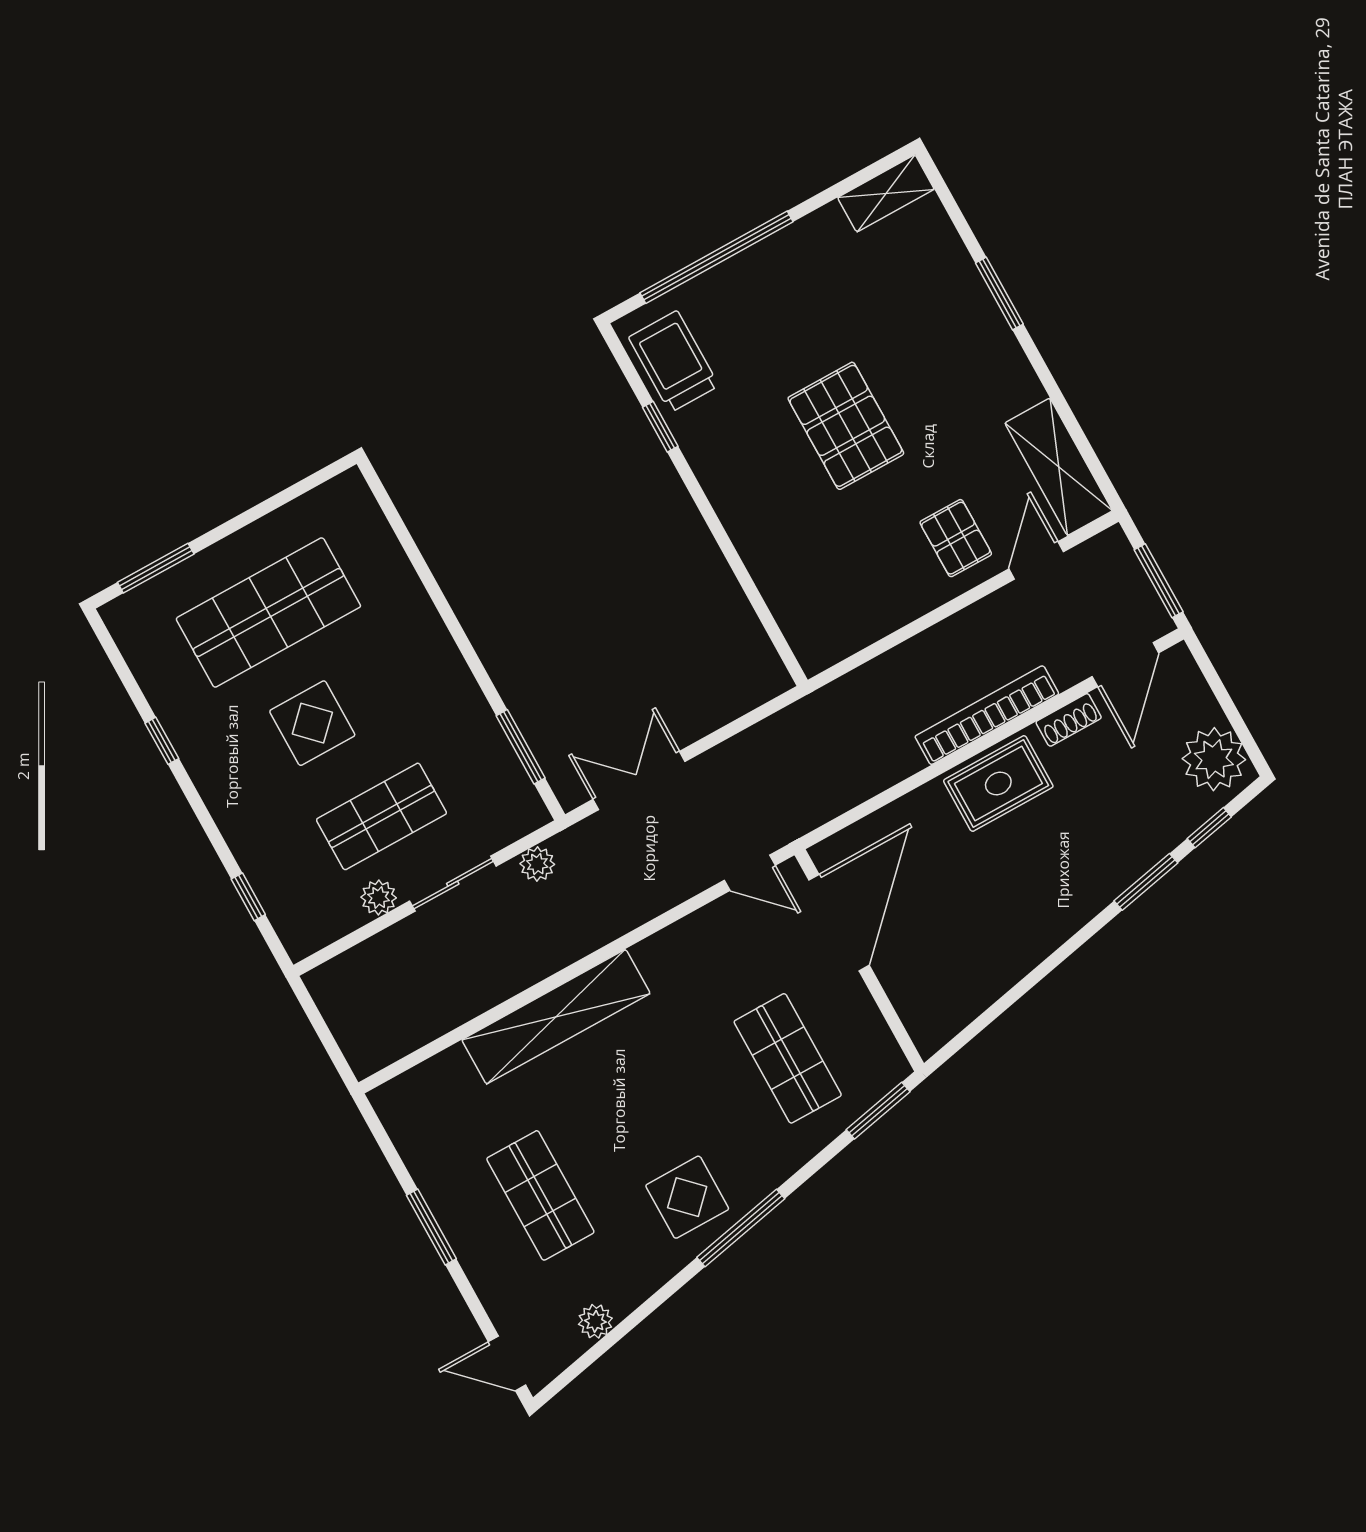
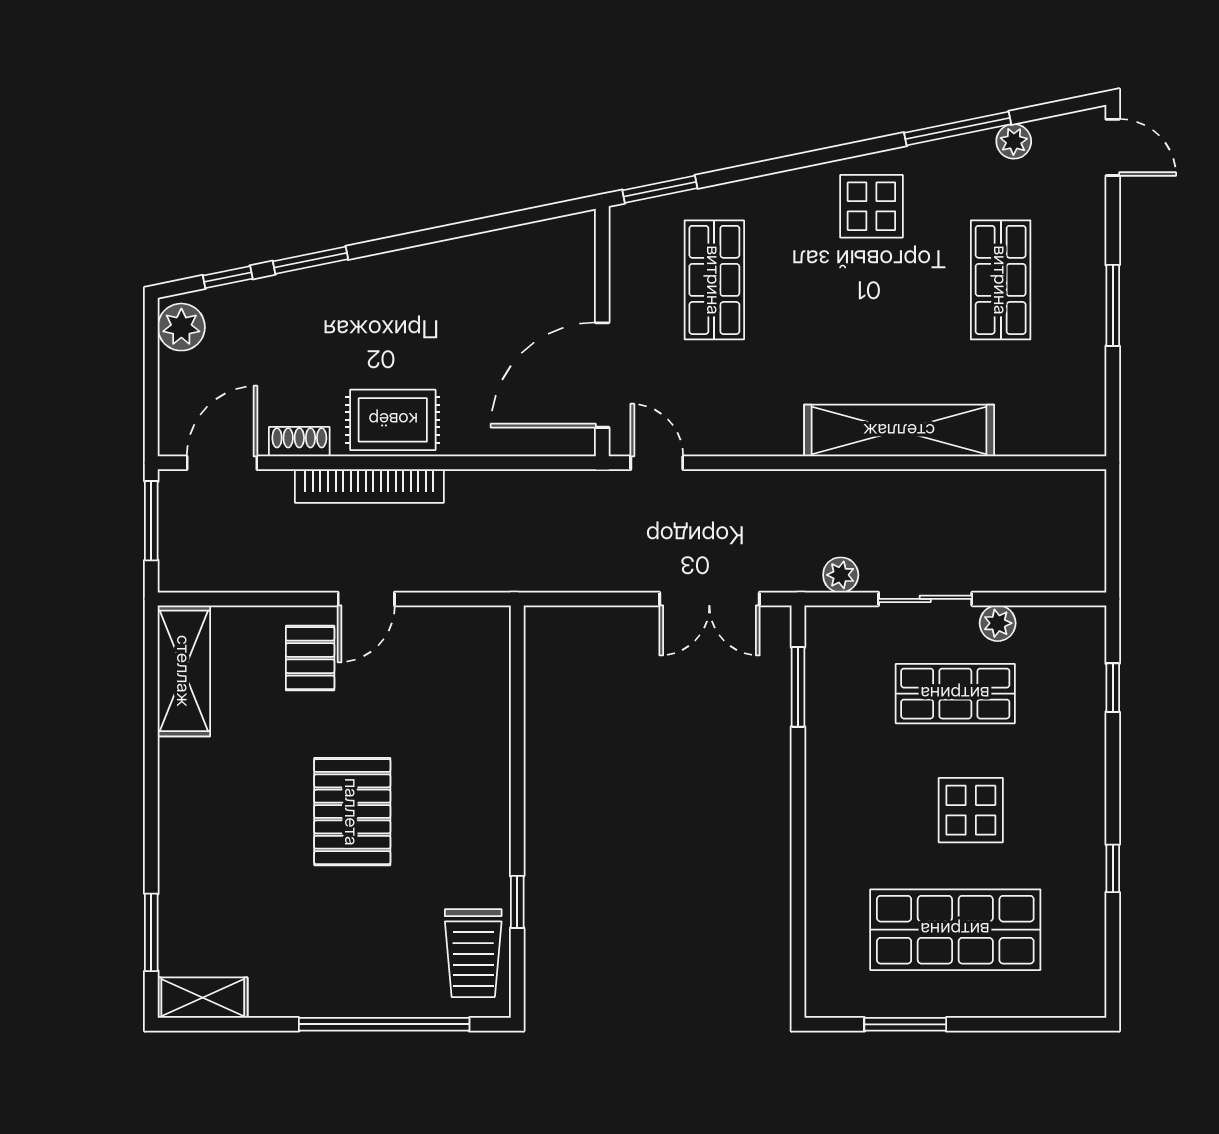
window: (999, 294) -> (151, 932), moved
door: (1036, 560) -> (366, 599), moved
window: (156, 568) -> (905, 1024), moved
plant: (1214, 759) -> (181, 327), width x0.73, depth x0.73
window: (741, 1228) -> (958, 129), moved

